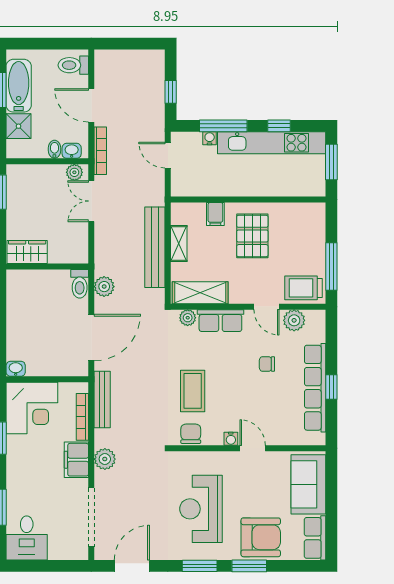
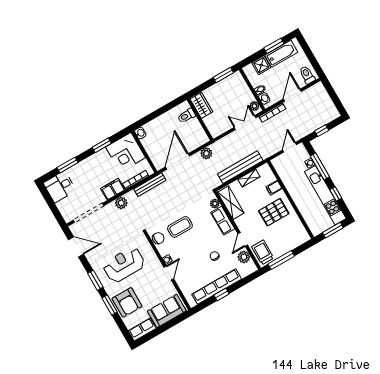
toilet: (80, 284) -> (186, 116), moved
door: (91, 338) -> (177, 162), swing flipped

